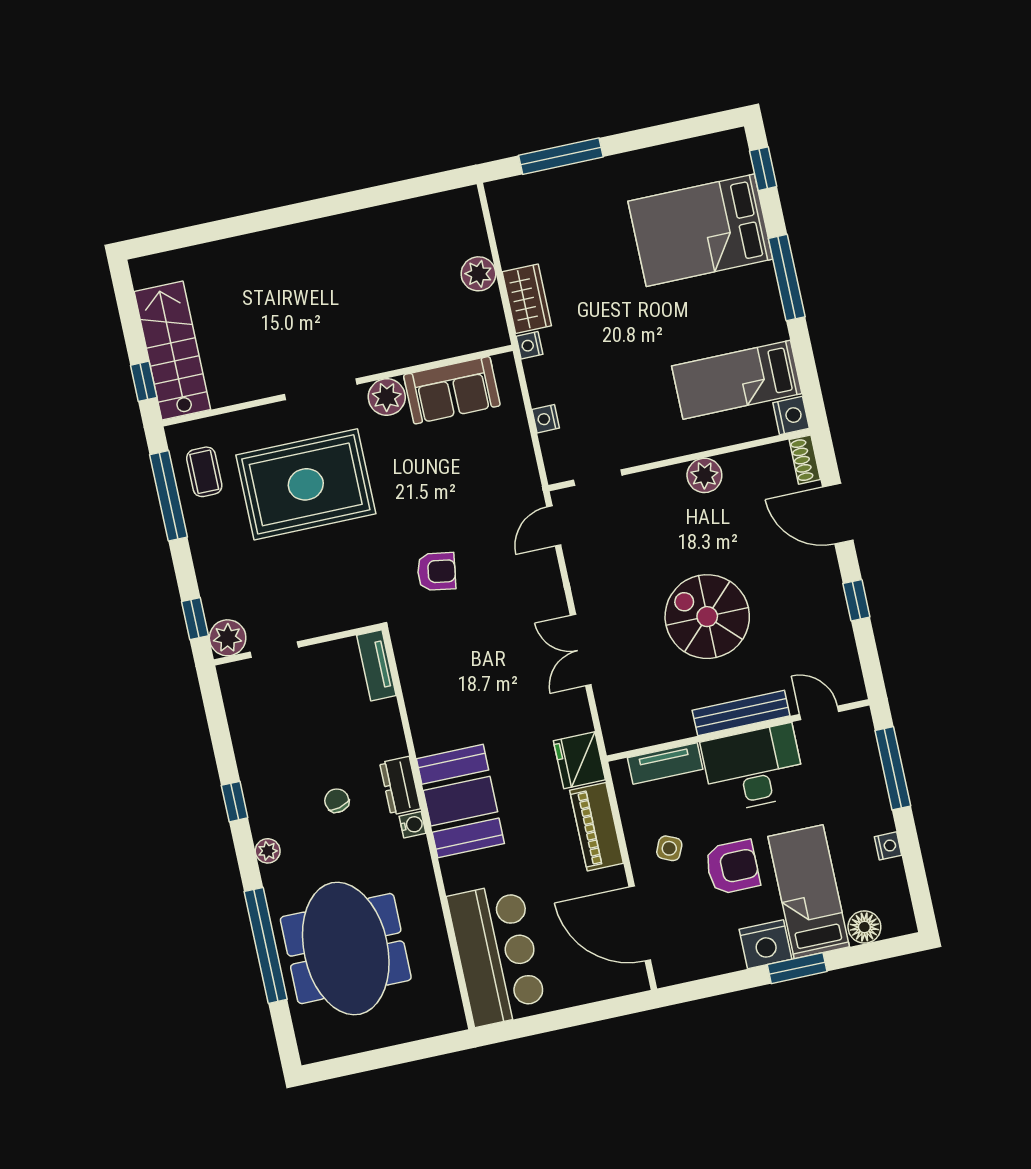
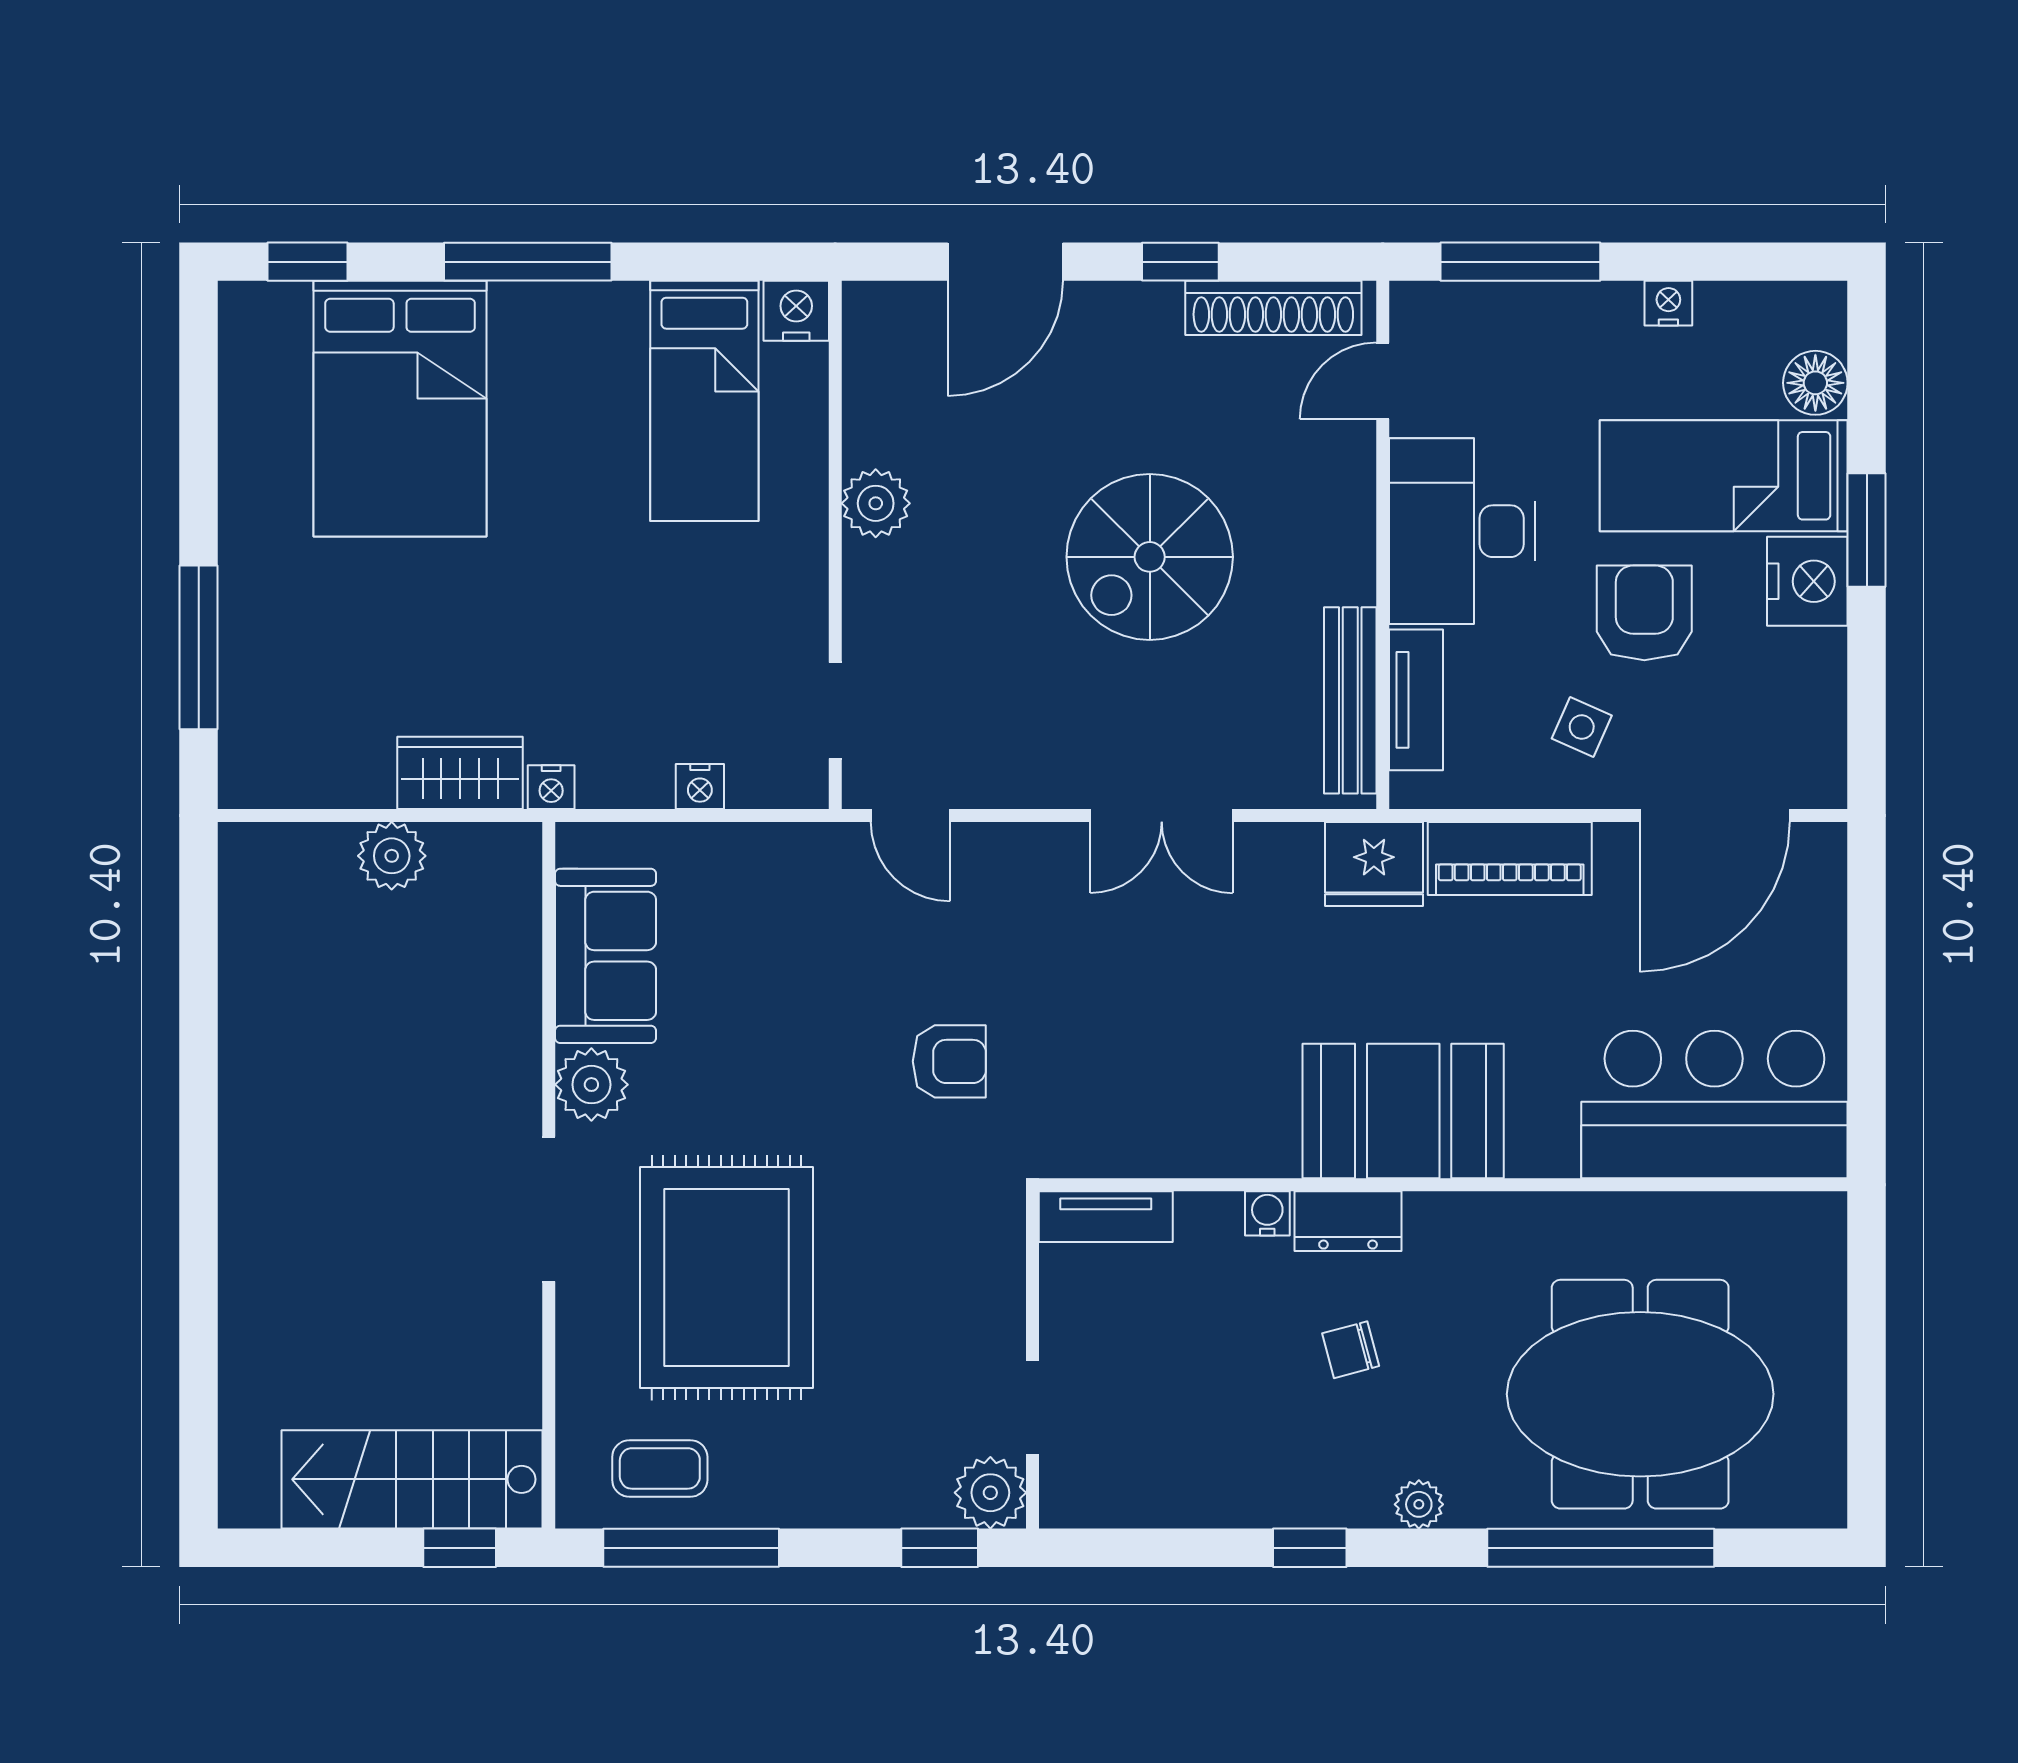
shoe rack: (805, 460) -> (1273, 308), moved, width x1.94, depth x1.24
armchair: (436, 571) -> (949, 1061), turned 81
bench: (741, 713) -> (1350, 700), moved
water cooler: (413, 825) -> (1267, 1213), moved

